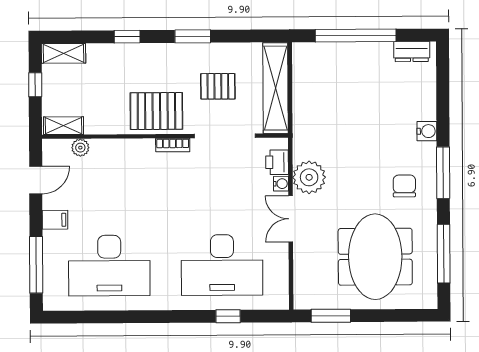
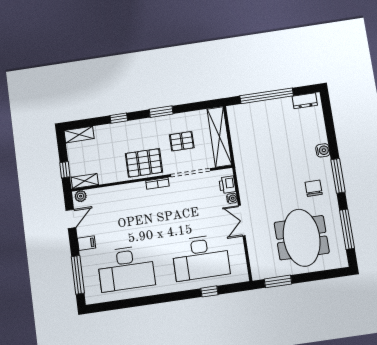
window: (35, 85) -> (65, 170), moved
plant: (80, 148) -> (81, 196), moved
plant: (309, 177) -> (250, 192), removed

